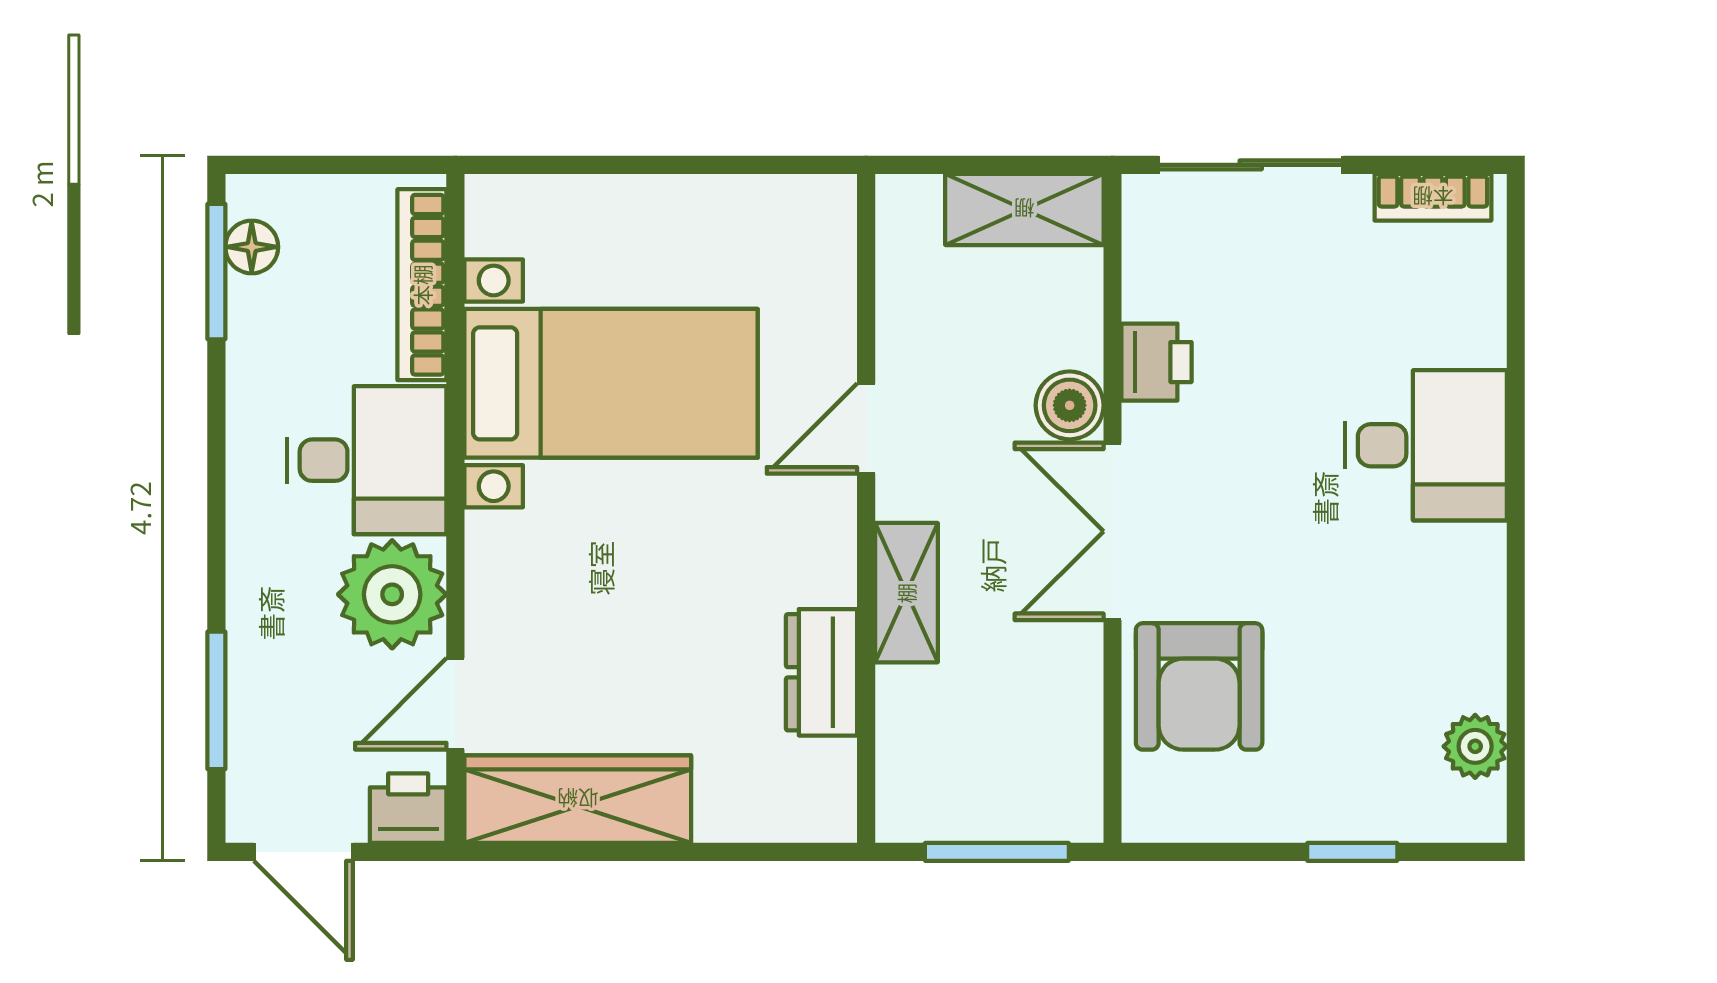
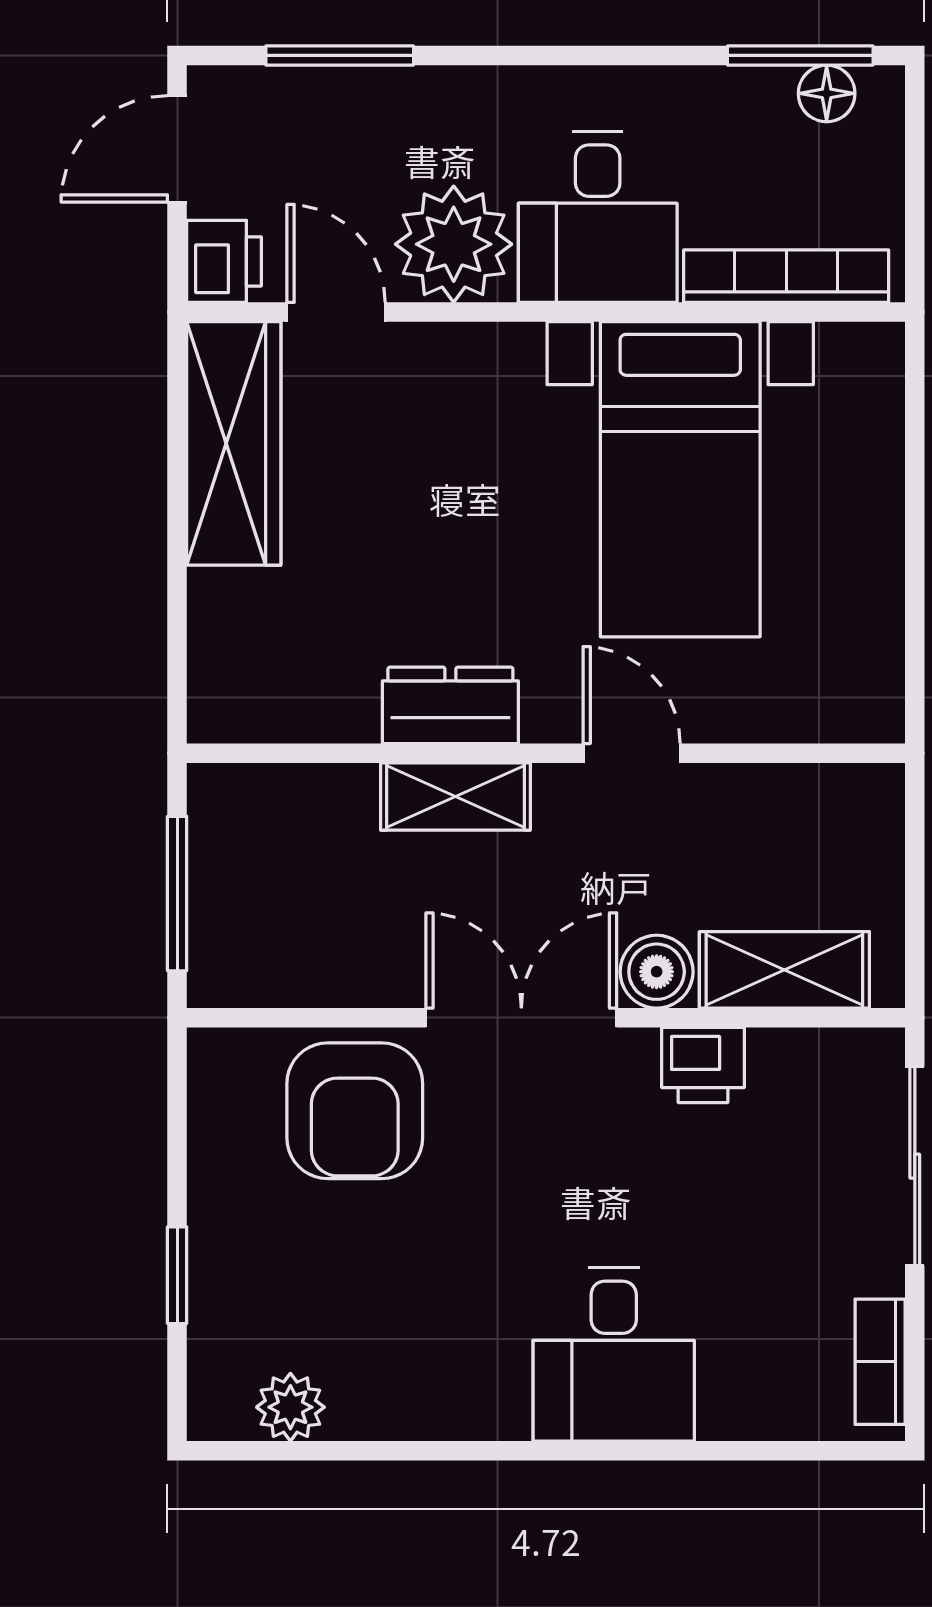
shelving: (1024, 209) -> (784, 970), moved, turned 90
dresser: (822, 672) -> (450, 705), moved
armchair: (1199, 686) -> (355, 1111), turned -90

